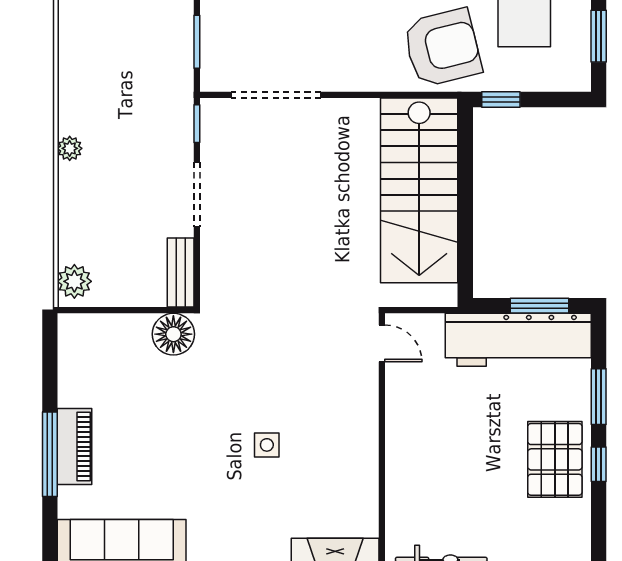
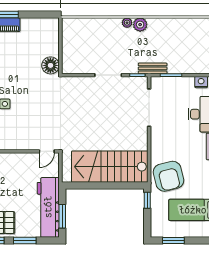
bench: (181, 272) -> (153, 68), moved
plant: (74, 281) -> (140, 25), moved

